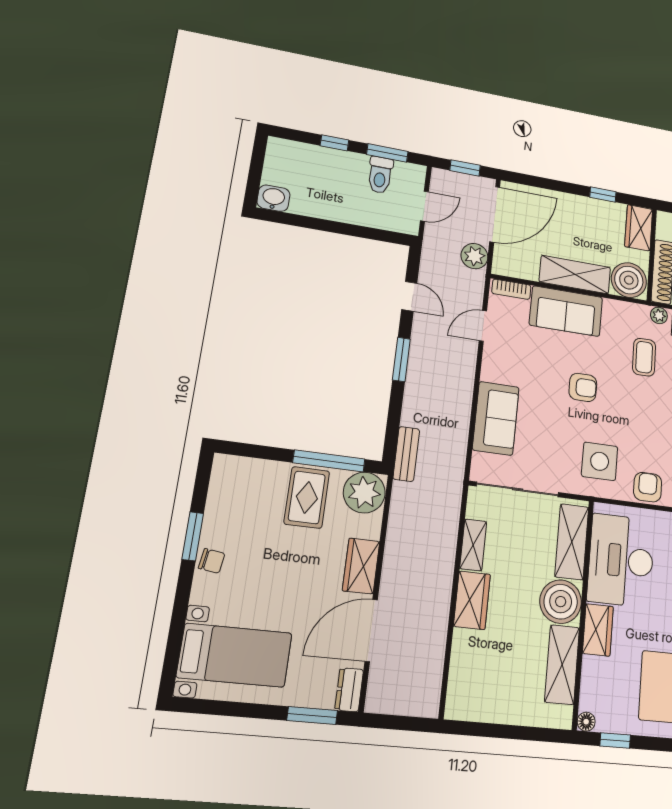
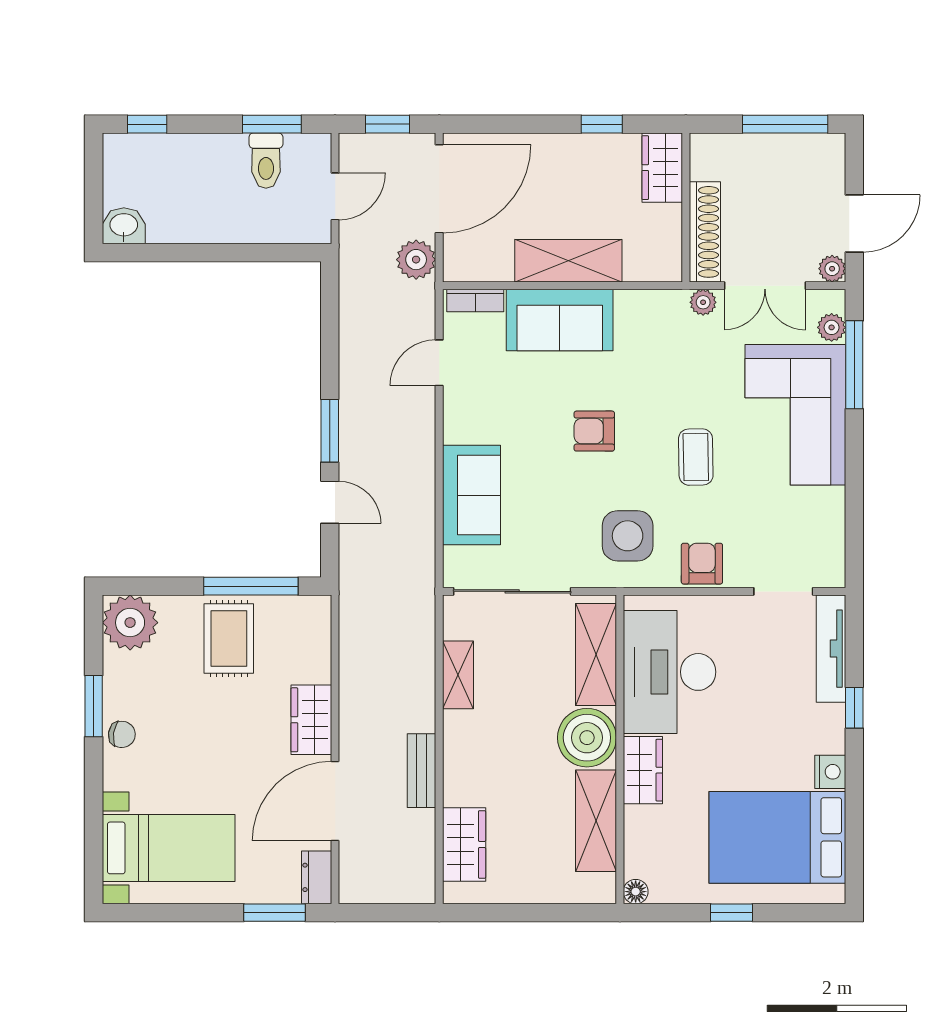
window: (334, 143) -> (147, 124), moved
boiler: (629, 280) -> (652, 255), removed
door: (409, 296) -> (330, 502), moved
coffee table: (644, 357) -> (696, 457), moved
armchair: (583, 387) -> (594, 431), turned 180
bench: (406, 454) -> (422, 771), moved
plant: (364, 493) -> (130, 623), moved
wardrobe: (472, 600) -> (464, 844), moved
window: (615, 741) -> (731, 913), moved

